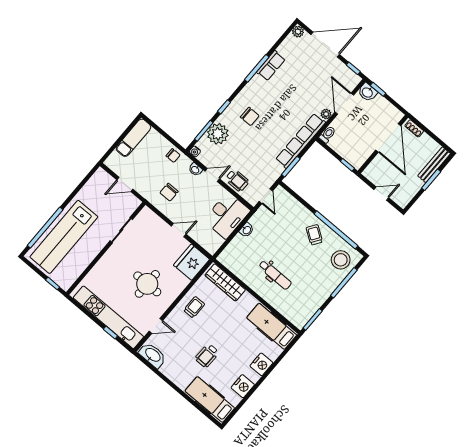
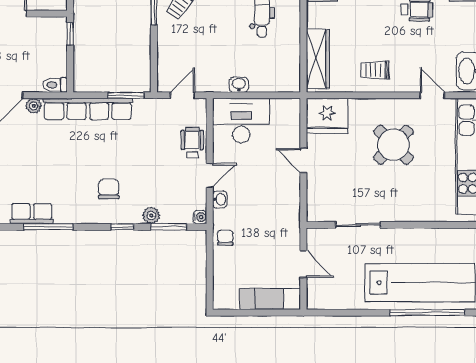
plant: (218, 134) -> (151, 215), width x0.53, depth x0.53
exam couch: (133, 138) -> (270, 299), moved
door: (212, 175) -> (210, 175), swing flipped
chair: (169, 192) -> (270, 207), removed
round table: (147, 284) -> (393, 145), turned 45

